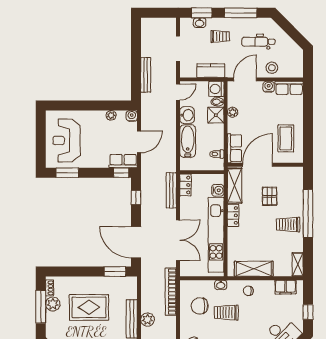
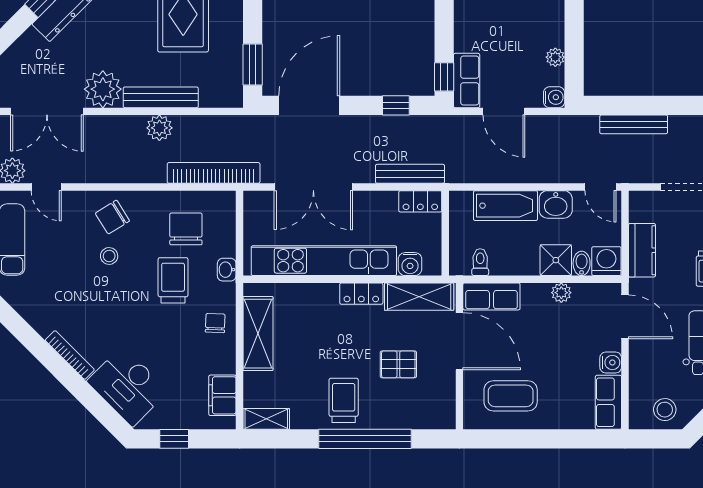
stool: (272, 68) -> (665, 410), moved

